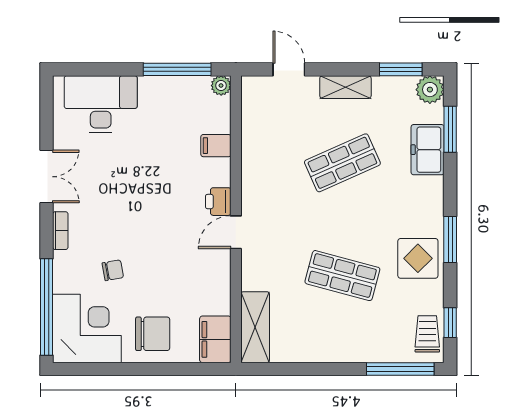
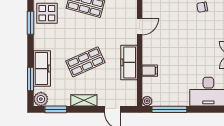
freezer: (428, 150) -> (42, 69), width x1.40
freezer: (257, 162) -> (129, 62), added
printer: (218, 202) -> (149, 42), removed

